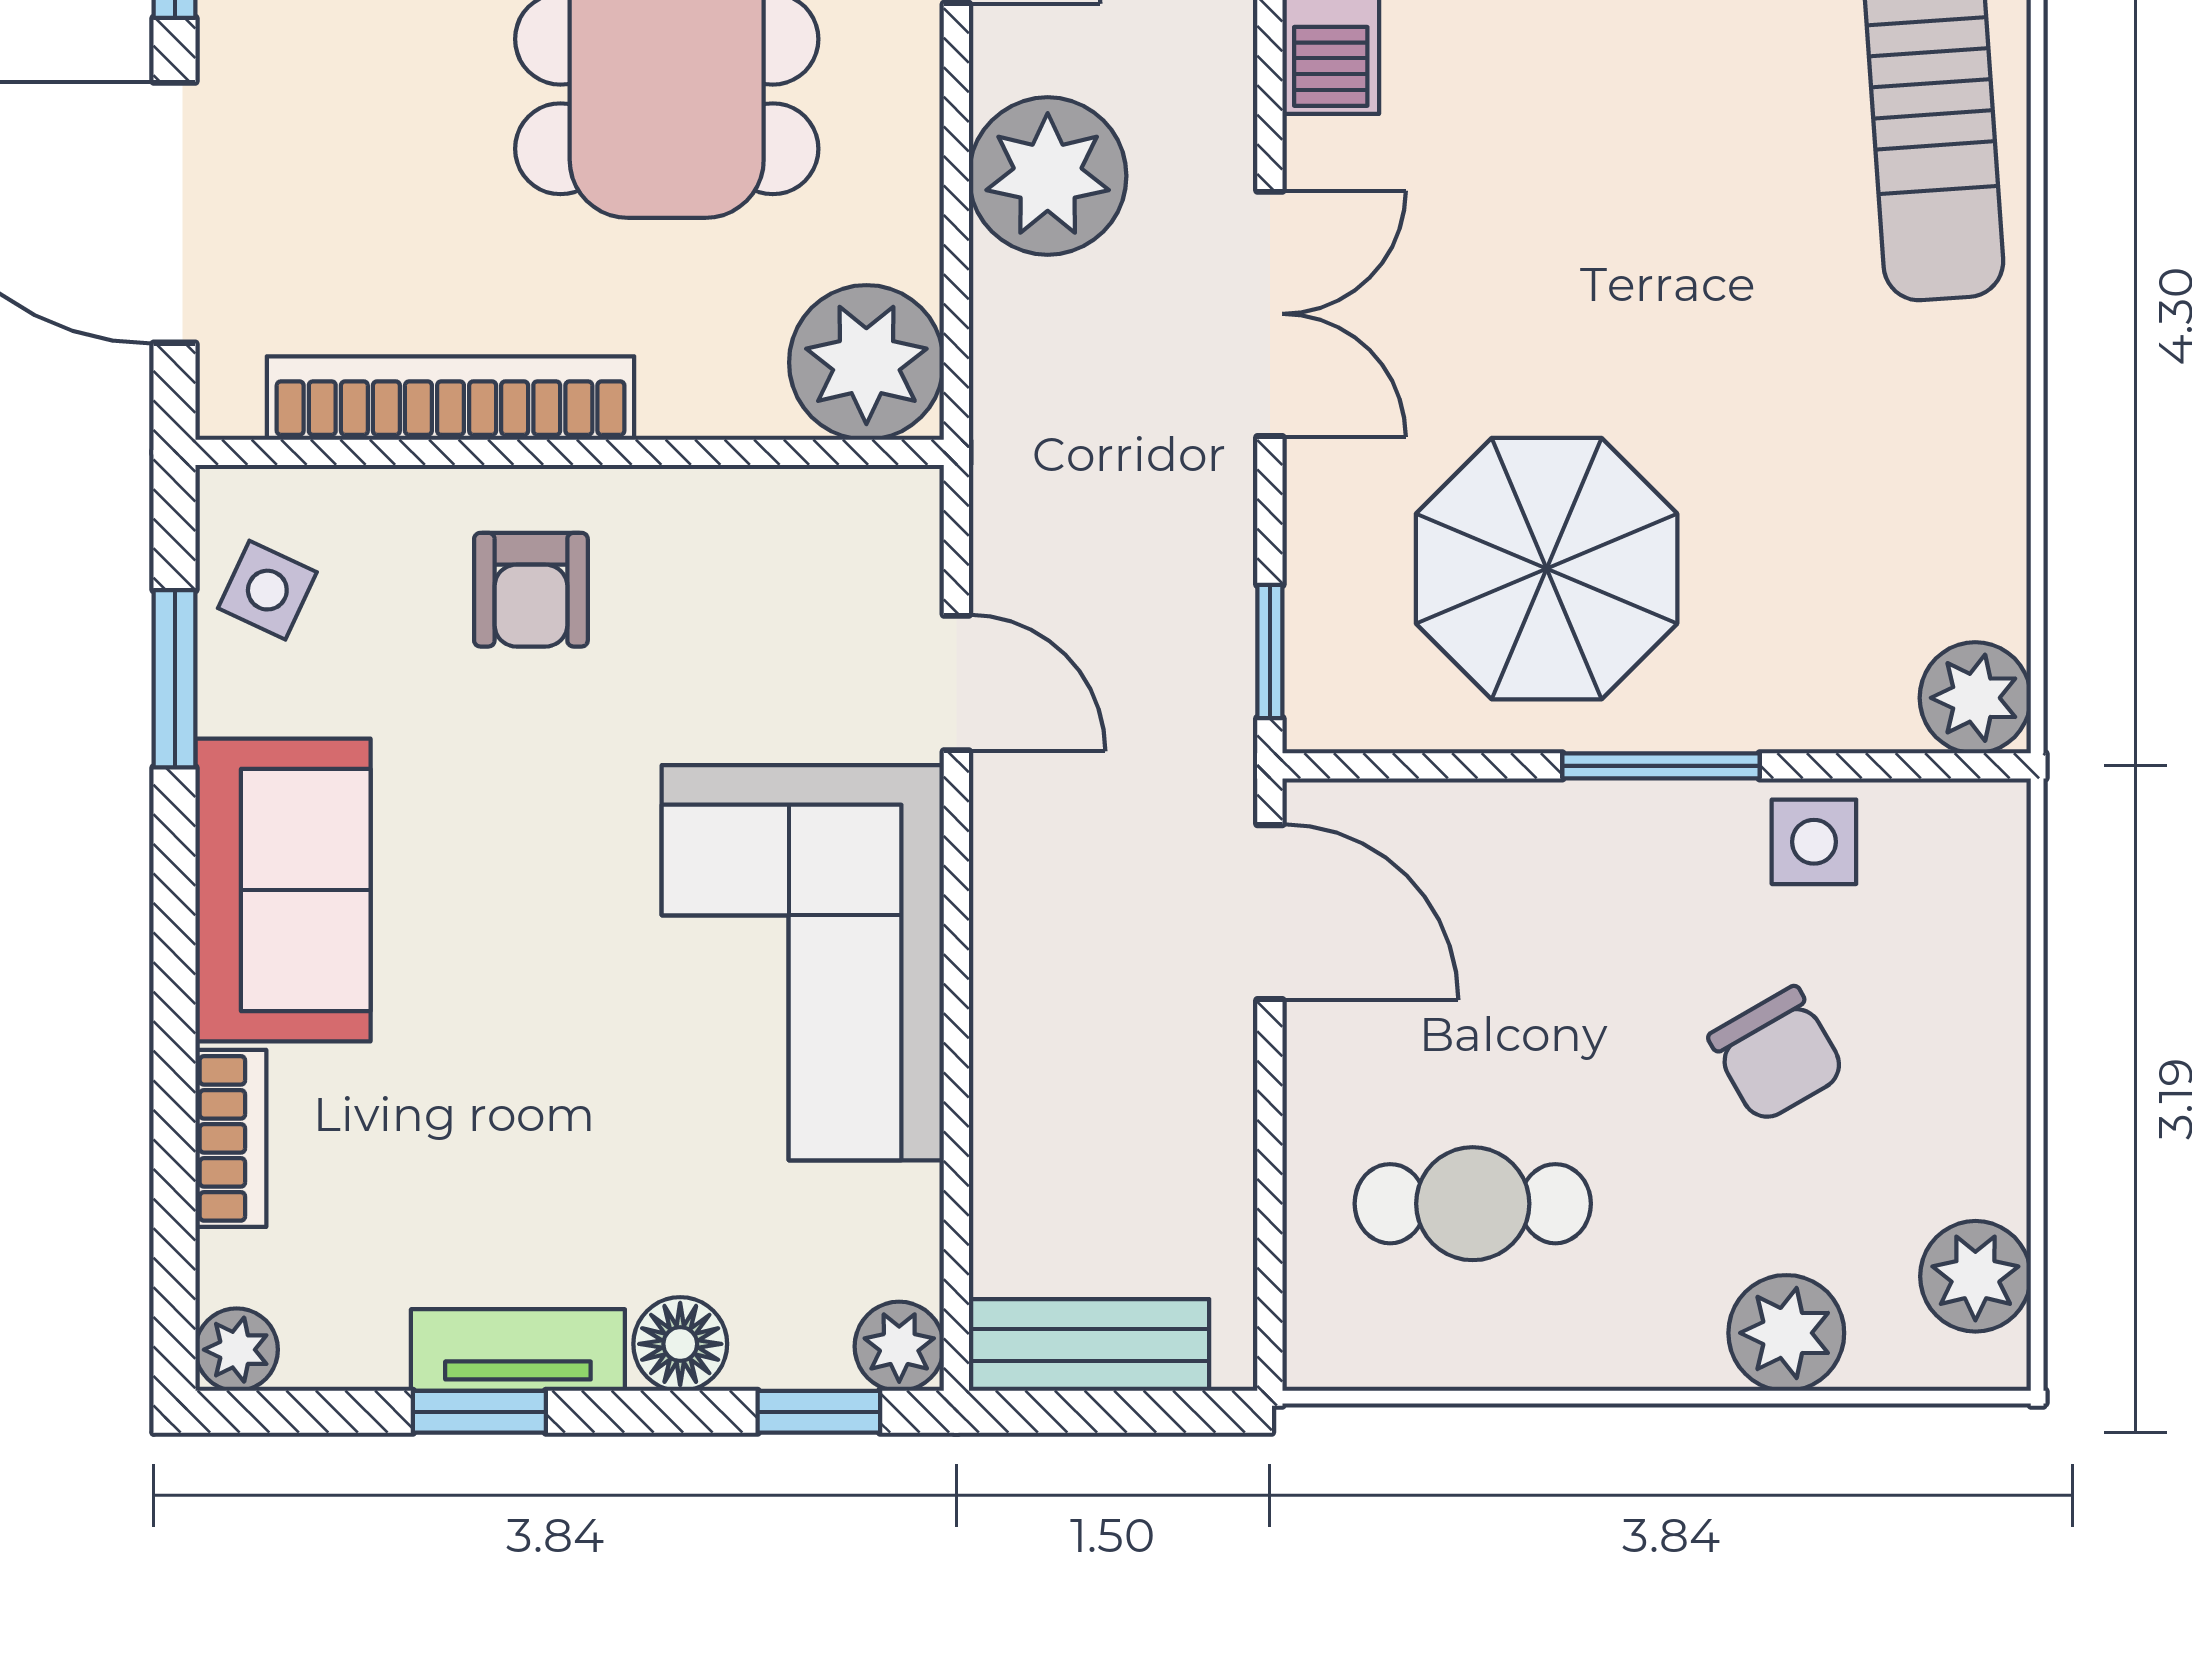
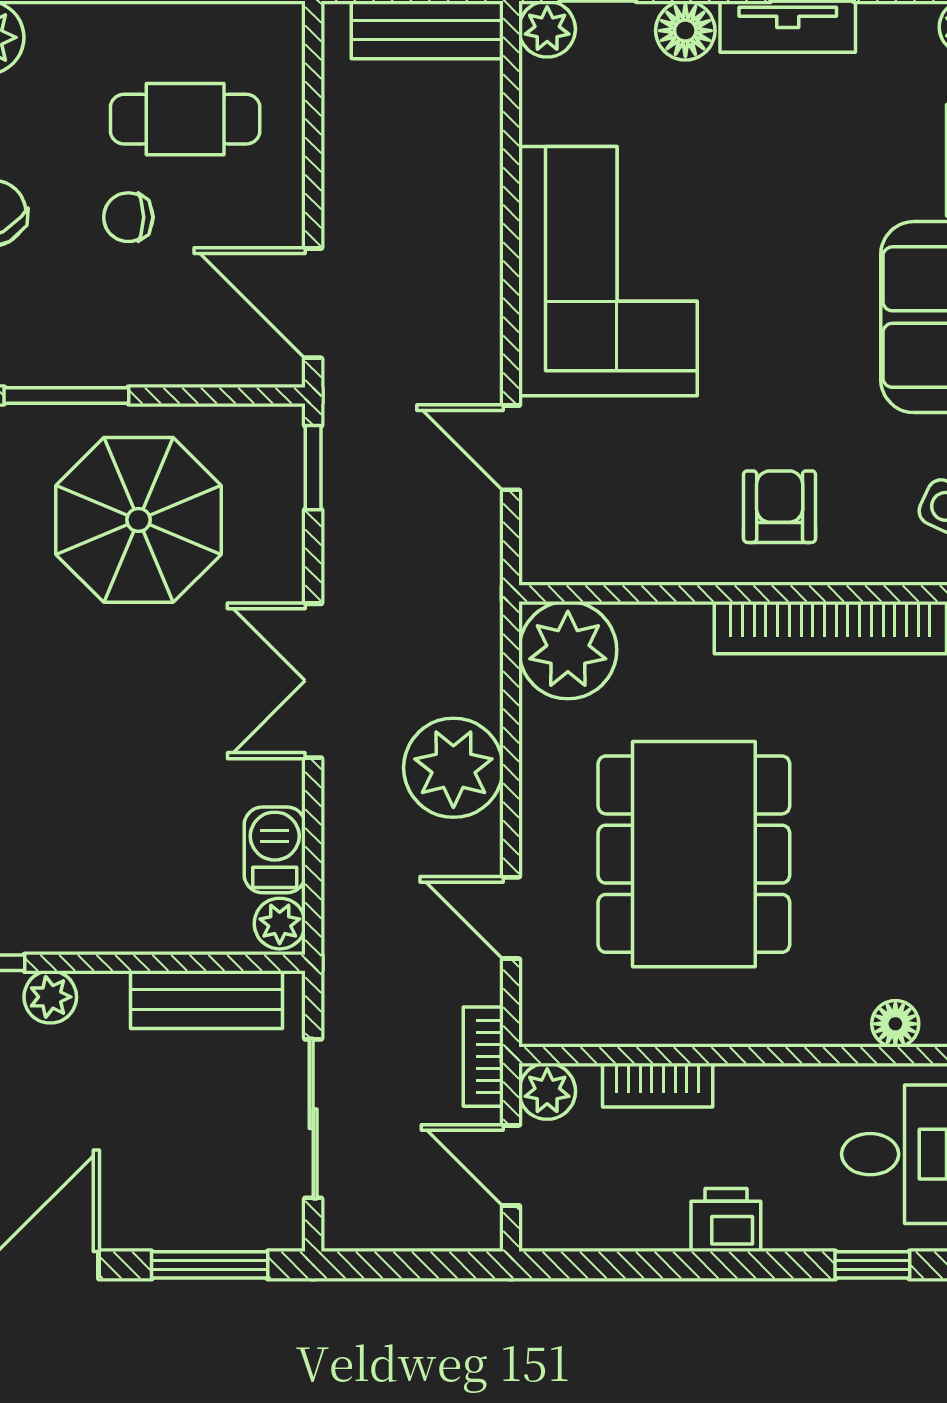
chair: (1563, 1048) -> (128, 217), added

